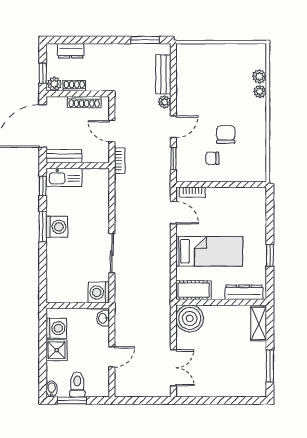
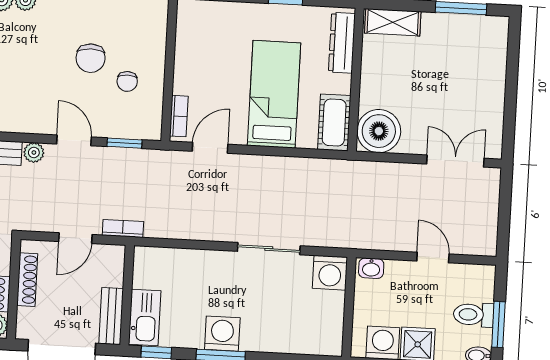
chair: (226, 134) -> (91, 58), turned -90

